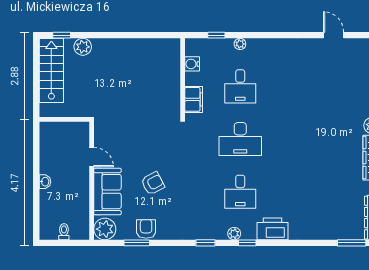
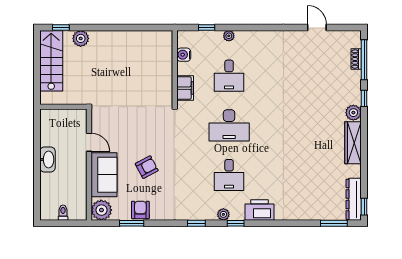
washbasin: (45, 182) -> (47, 159), width x1.91, depth x1.45

